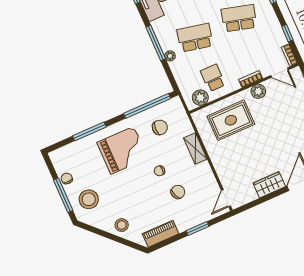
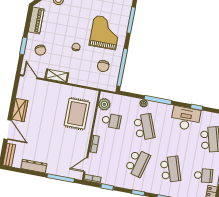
school desk: (195, 38) -> (144, 127), turned -33
plant: (258, 91) -> (83, 143), removed
shelving: (195, 148) -> (57, 76), moved
grand piano: (122, 150) -> (105, 33), turned 180
chair: (178, 192) -> (40, 50), moved

